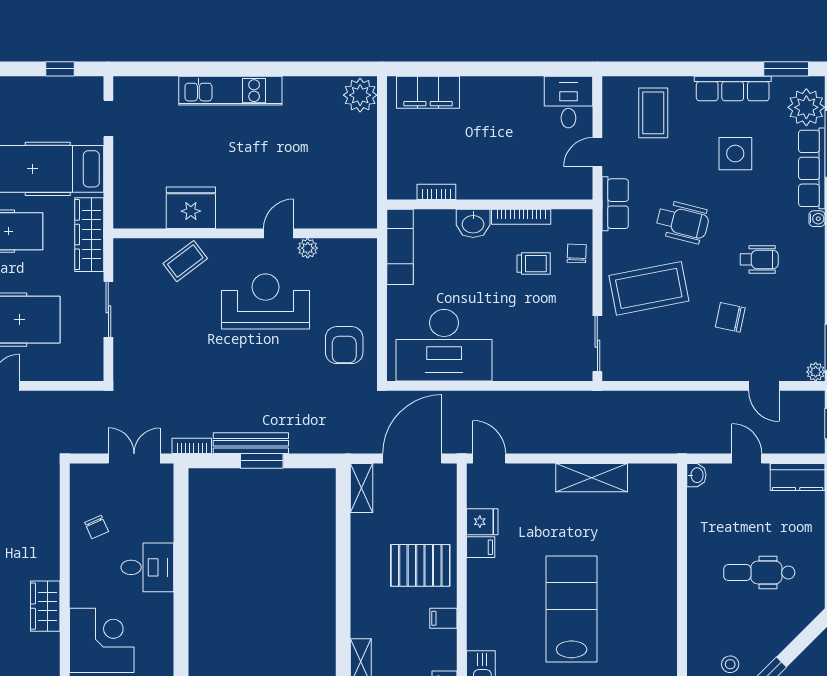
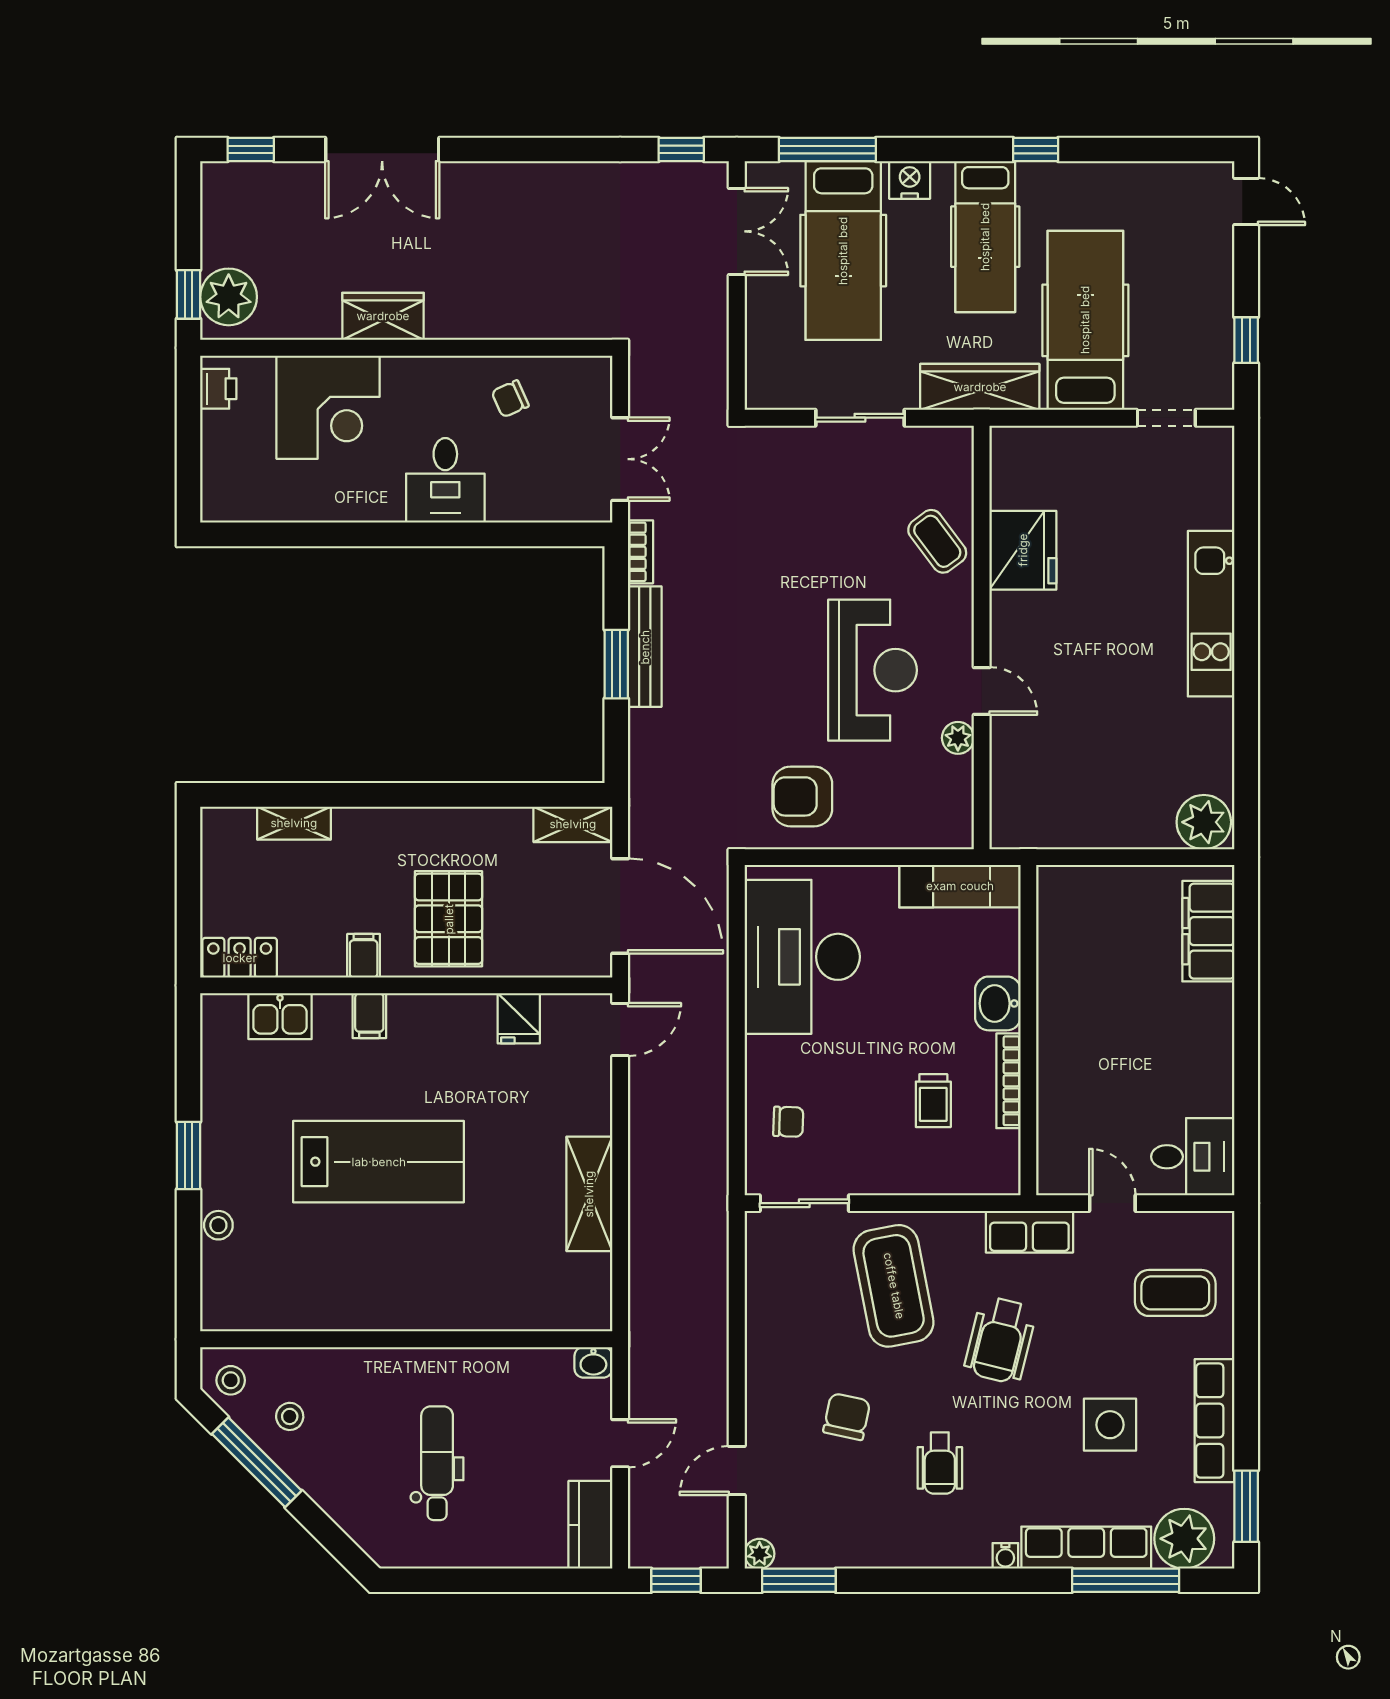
bookcase: (436, 192) -> (1049, 945), removed
chair: (577, 253) -> (788, 1122), moved
filing cabinet: (481, 547) -> (369, 1016), moved

